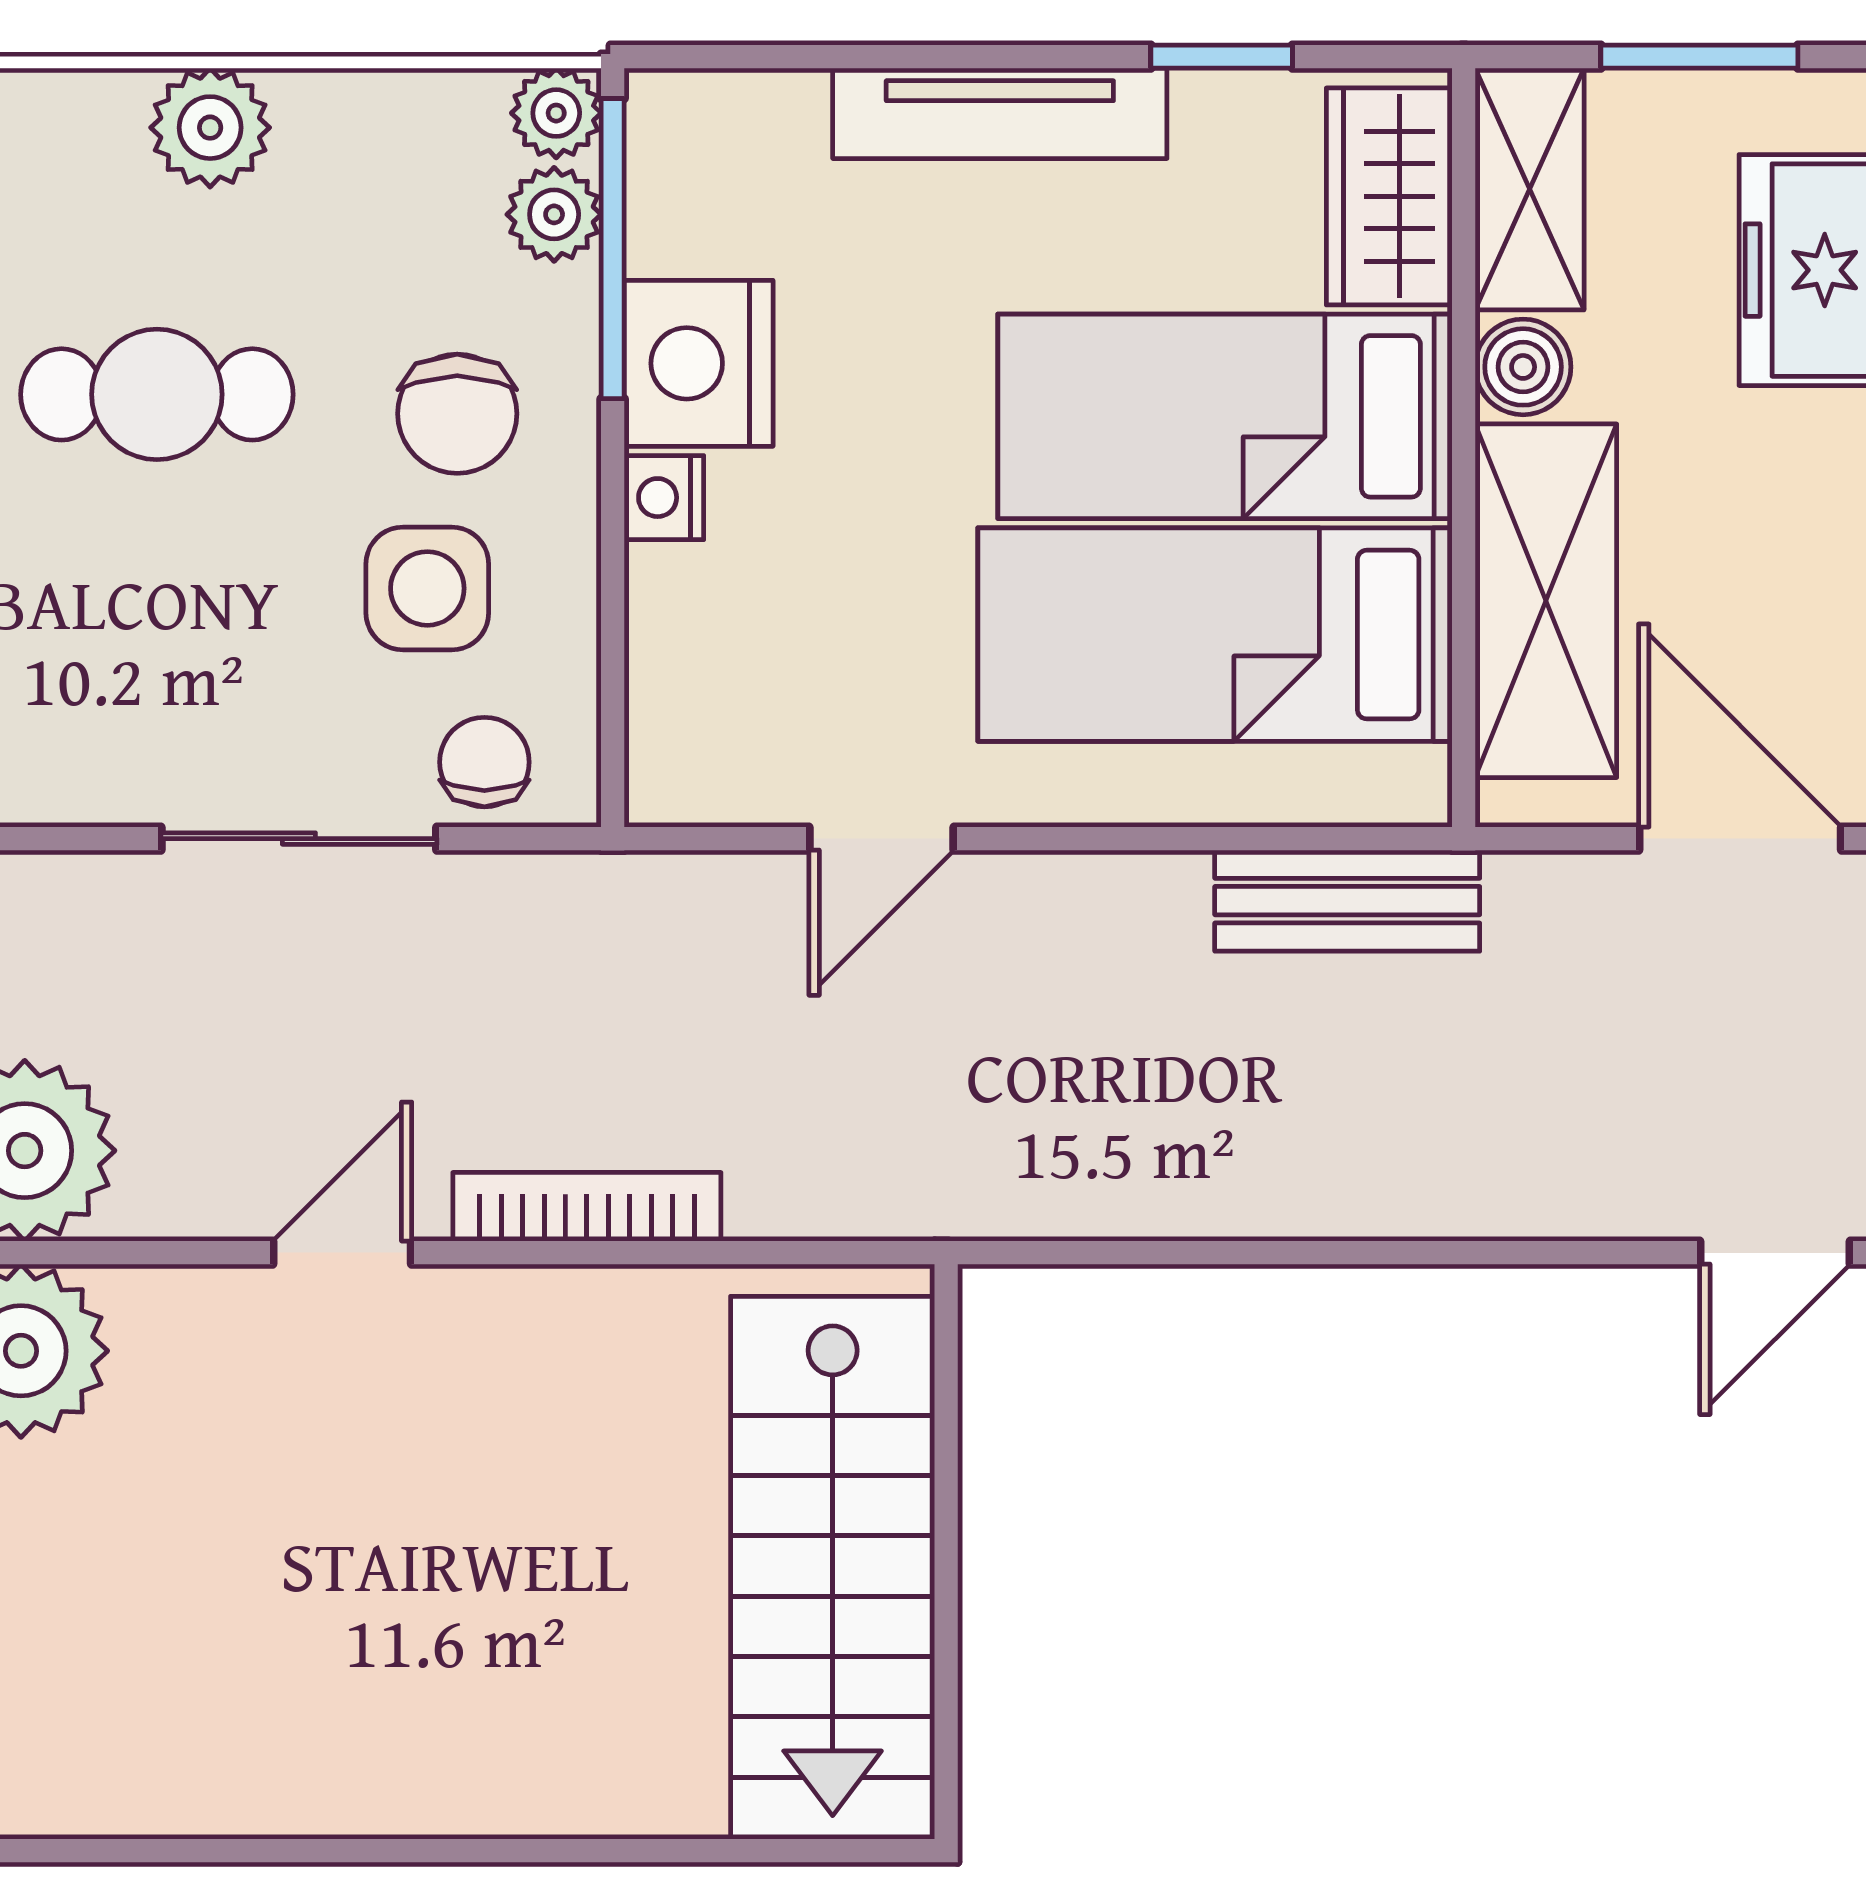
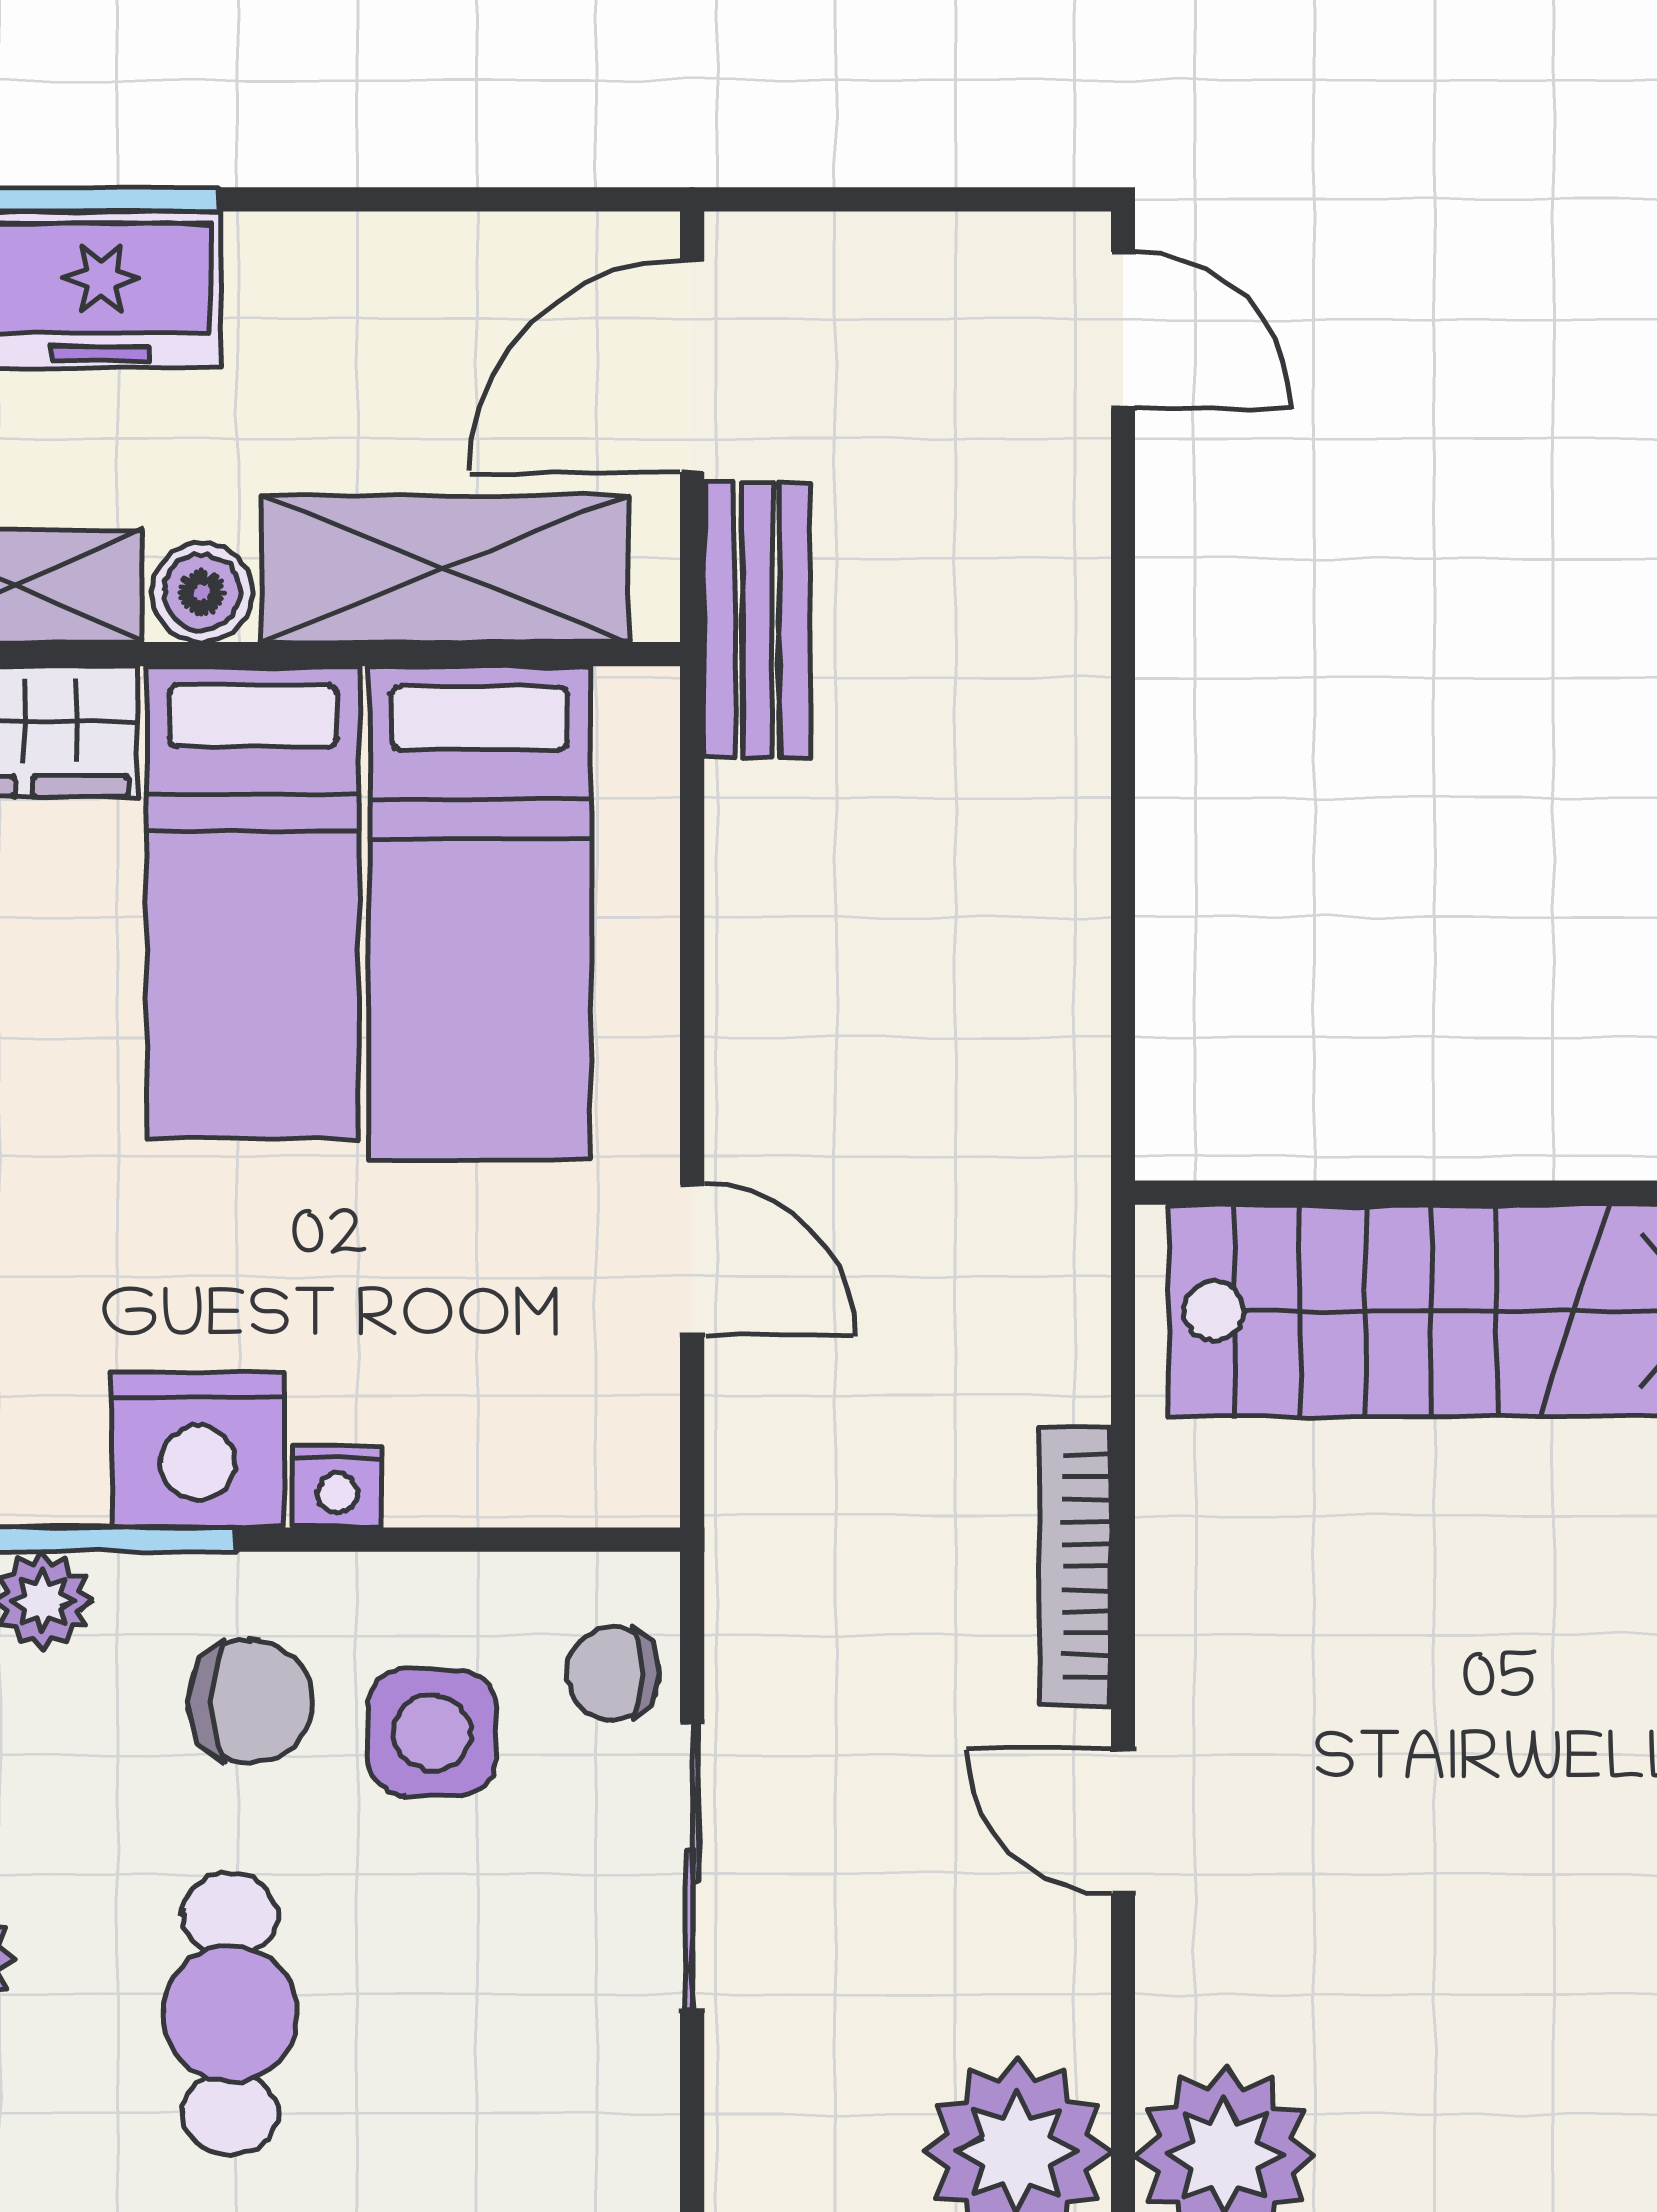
bench: (1347, 901) -> (757, 620), moved

